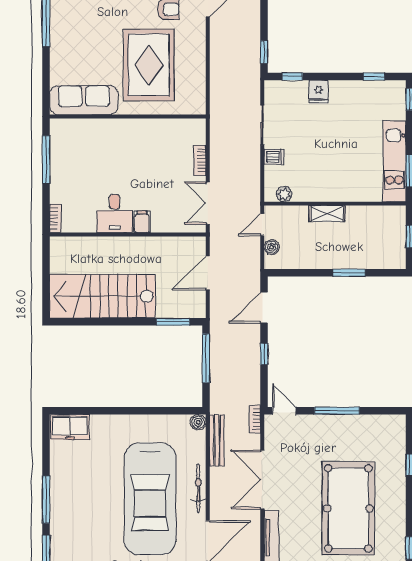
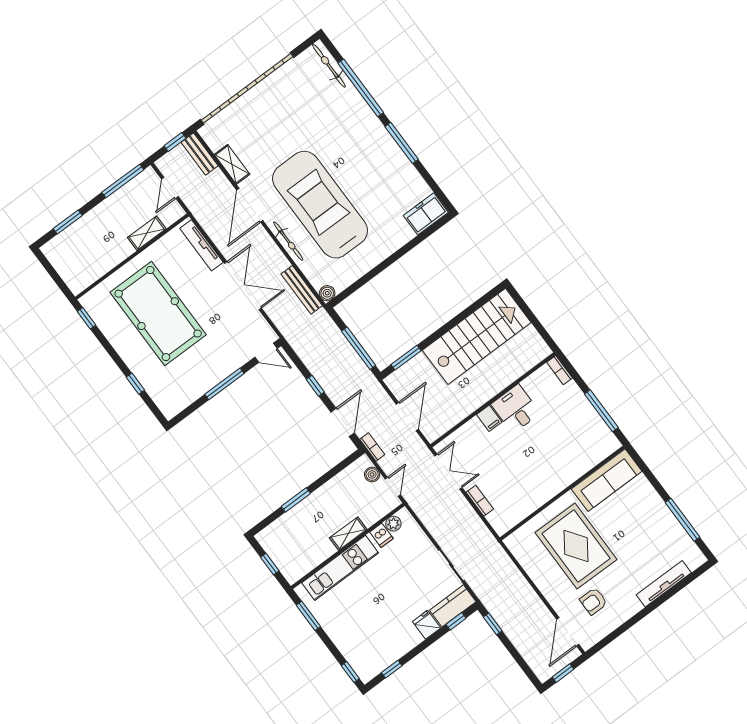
kitchen counter: (286, 91) -> (453, 606), added
dishwasher: (274, 157) -> (381, 535), moved, turned -90
kitchen unit: (394, 161) -> (340, 568), moved, turned 90
bookcase: (255, 419) -> (372, 447), moved

